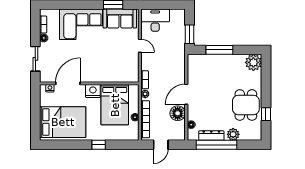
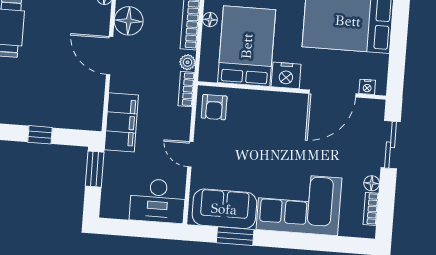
window: (219, 50) -> (40, 135), width x0.46
filing cabinet: (177, 60) -> (121, 122), added
armchair: (129, 71) -> (214, 107), added
door: (186, 94) -> (110, 56), swing flipped

